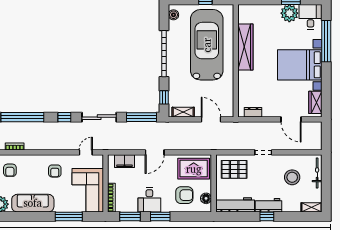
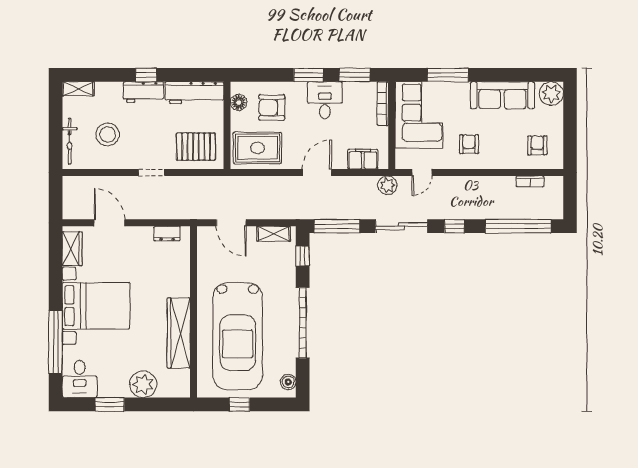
plant: (289, 13) -> (143, 384), moved
plant: (108, 144) -> (387, 185), added

